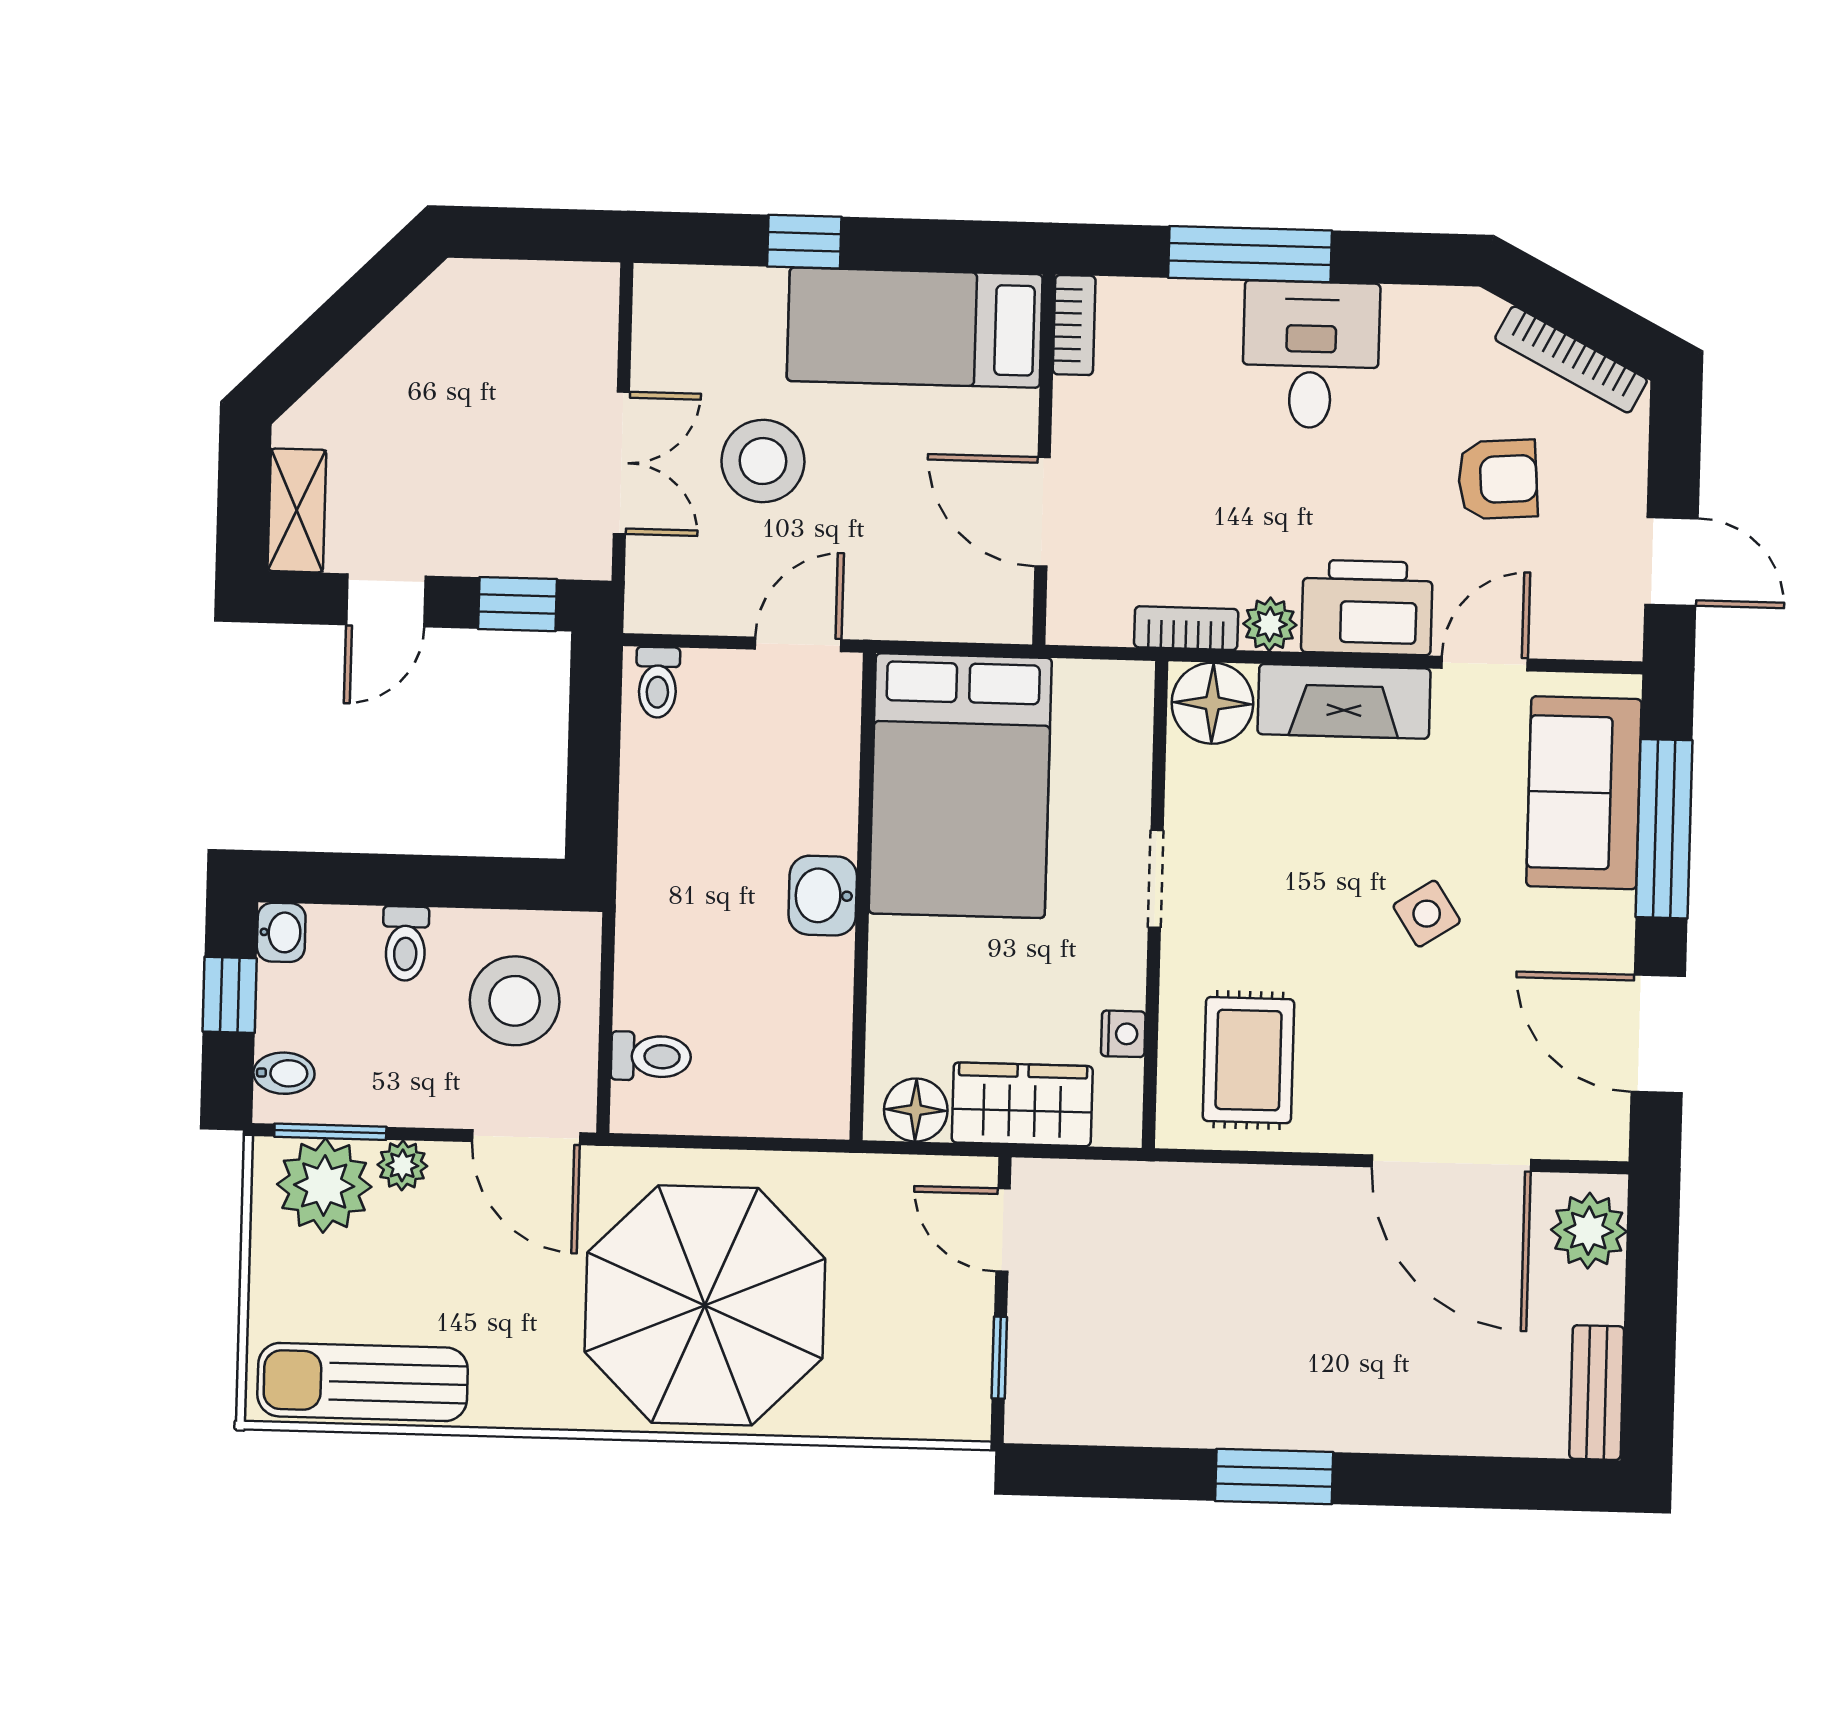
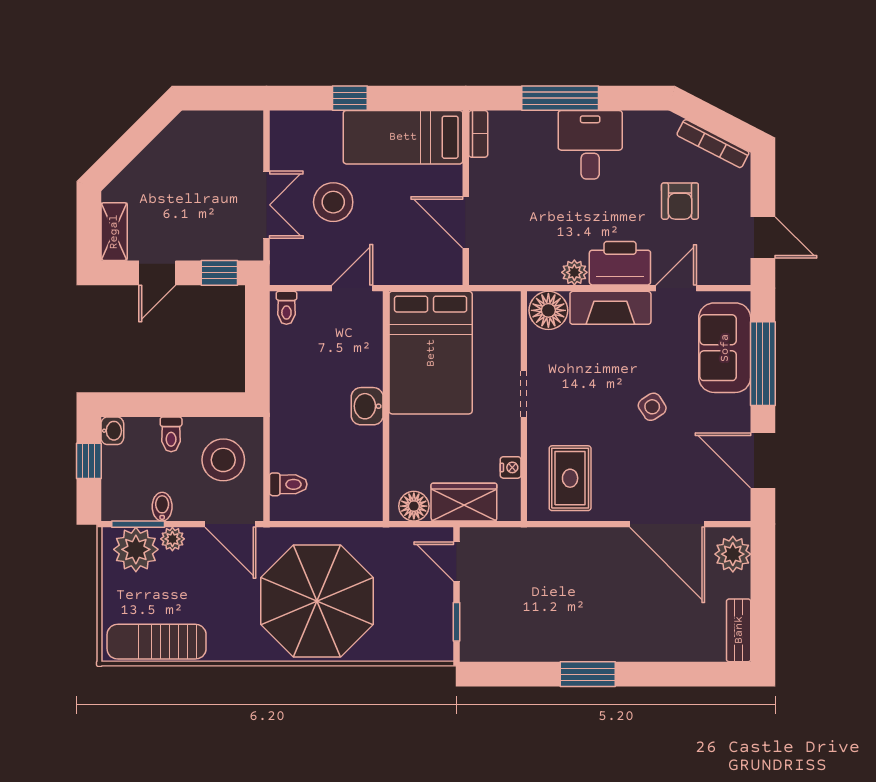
armchair: (1498, 479) -> (680, 201), turned 94
bookcase: (1186, 628) -> (535, 275), removed
bidet: (284, 1073) -> (162, 507), moved, turned -90

